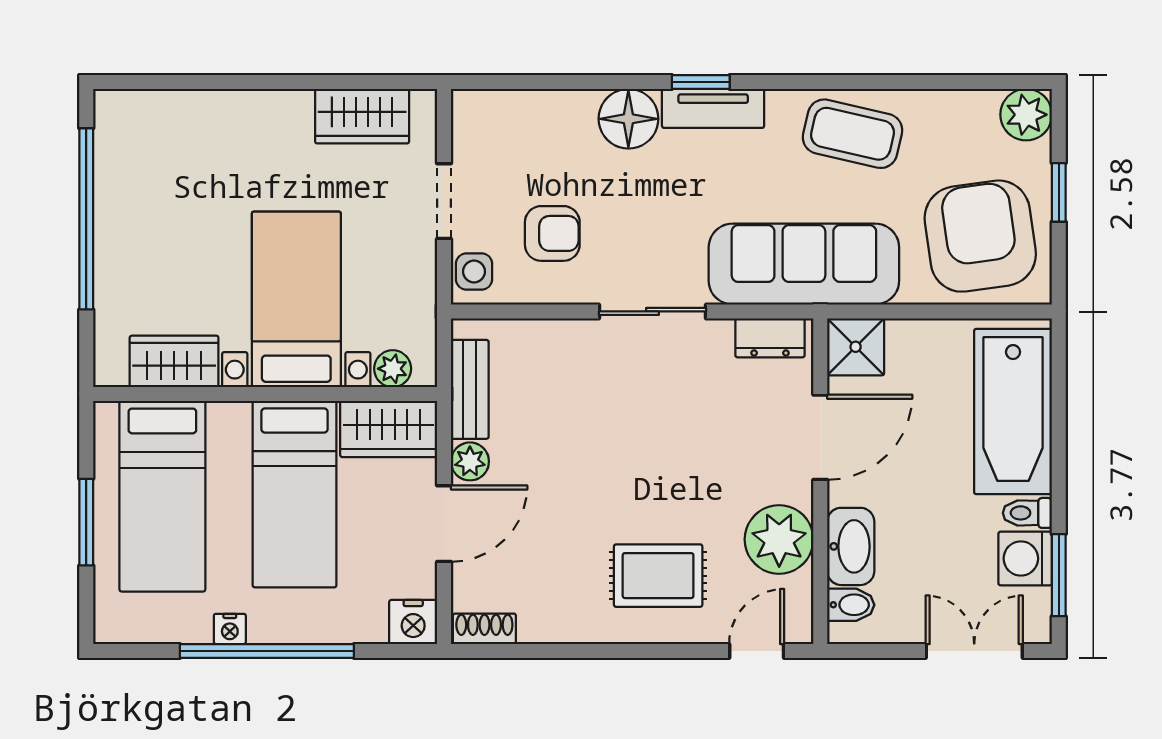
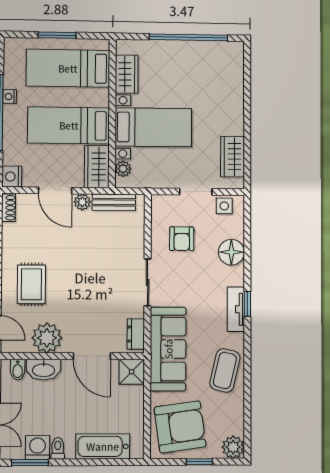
floor lamp: (628, 119) -> (231, 252), moved
side table: (474, 271) -> (224, 206), moved
bathtub: (1013, 412) -> (103, 446), width x0.73, depth x0.73

